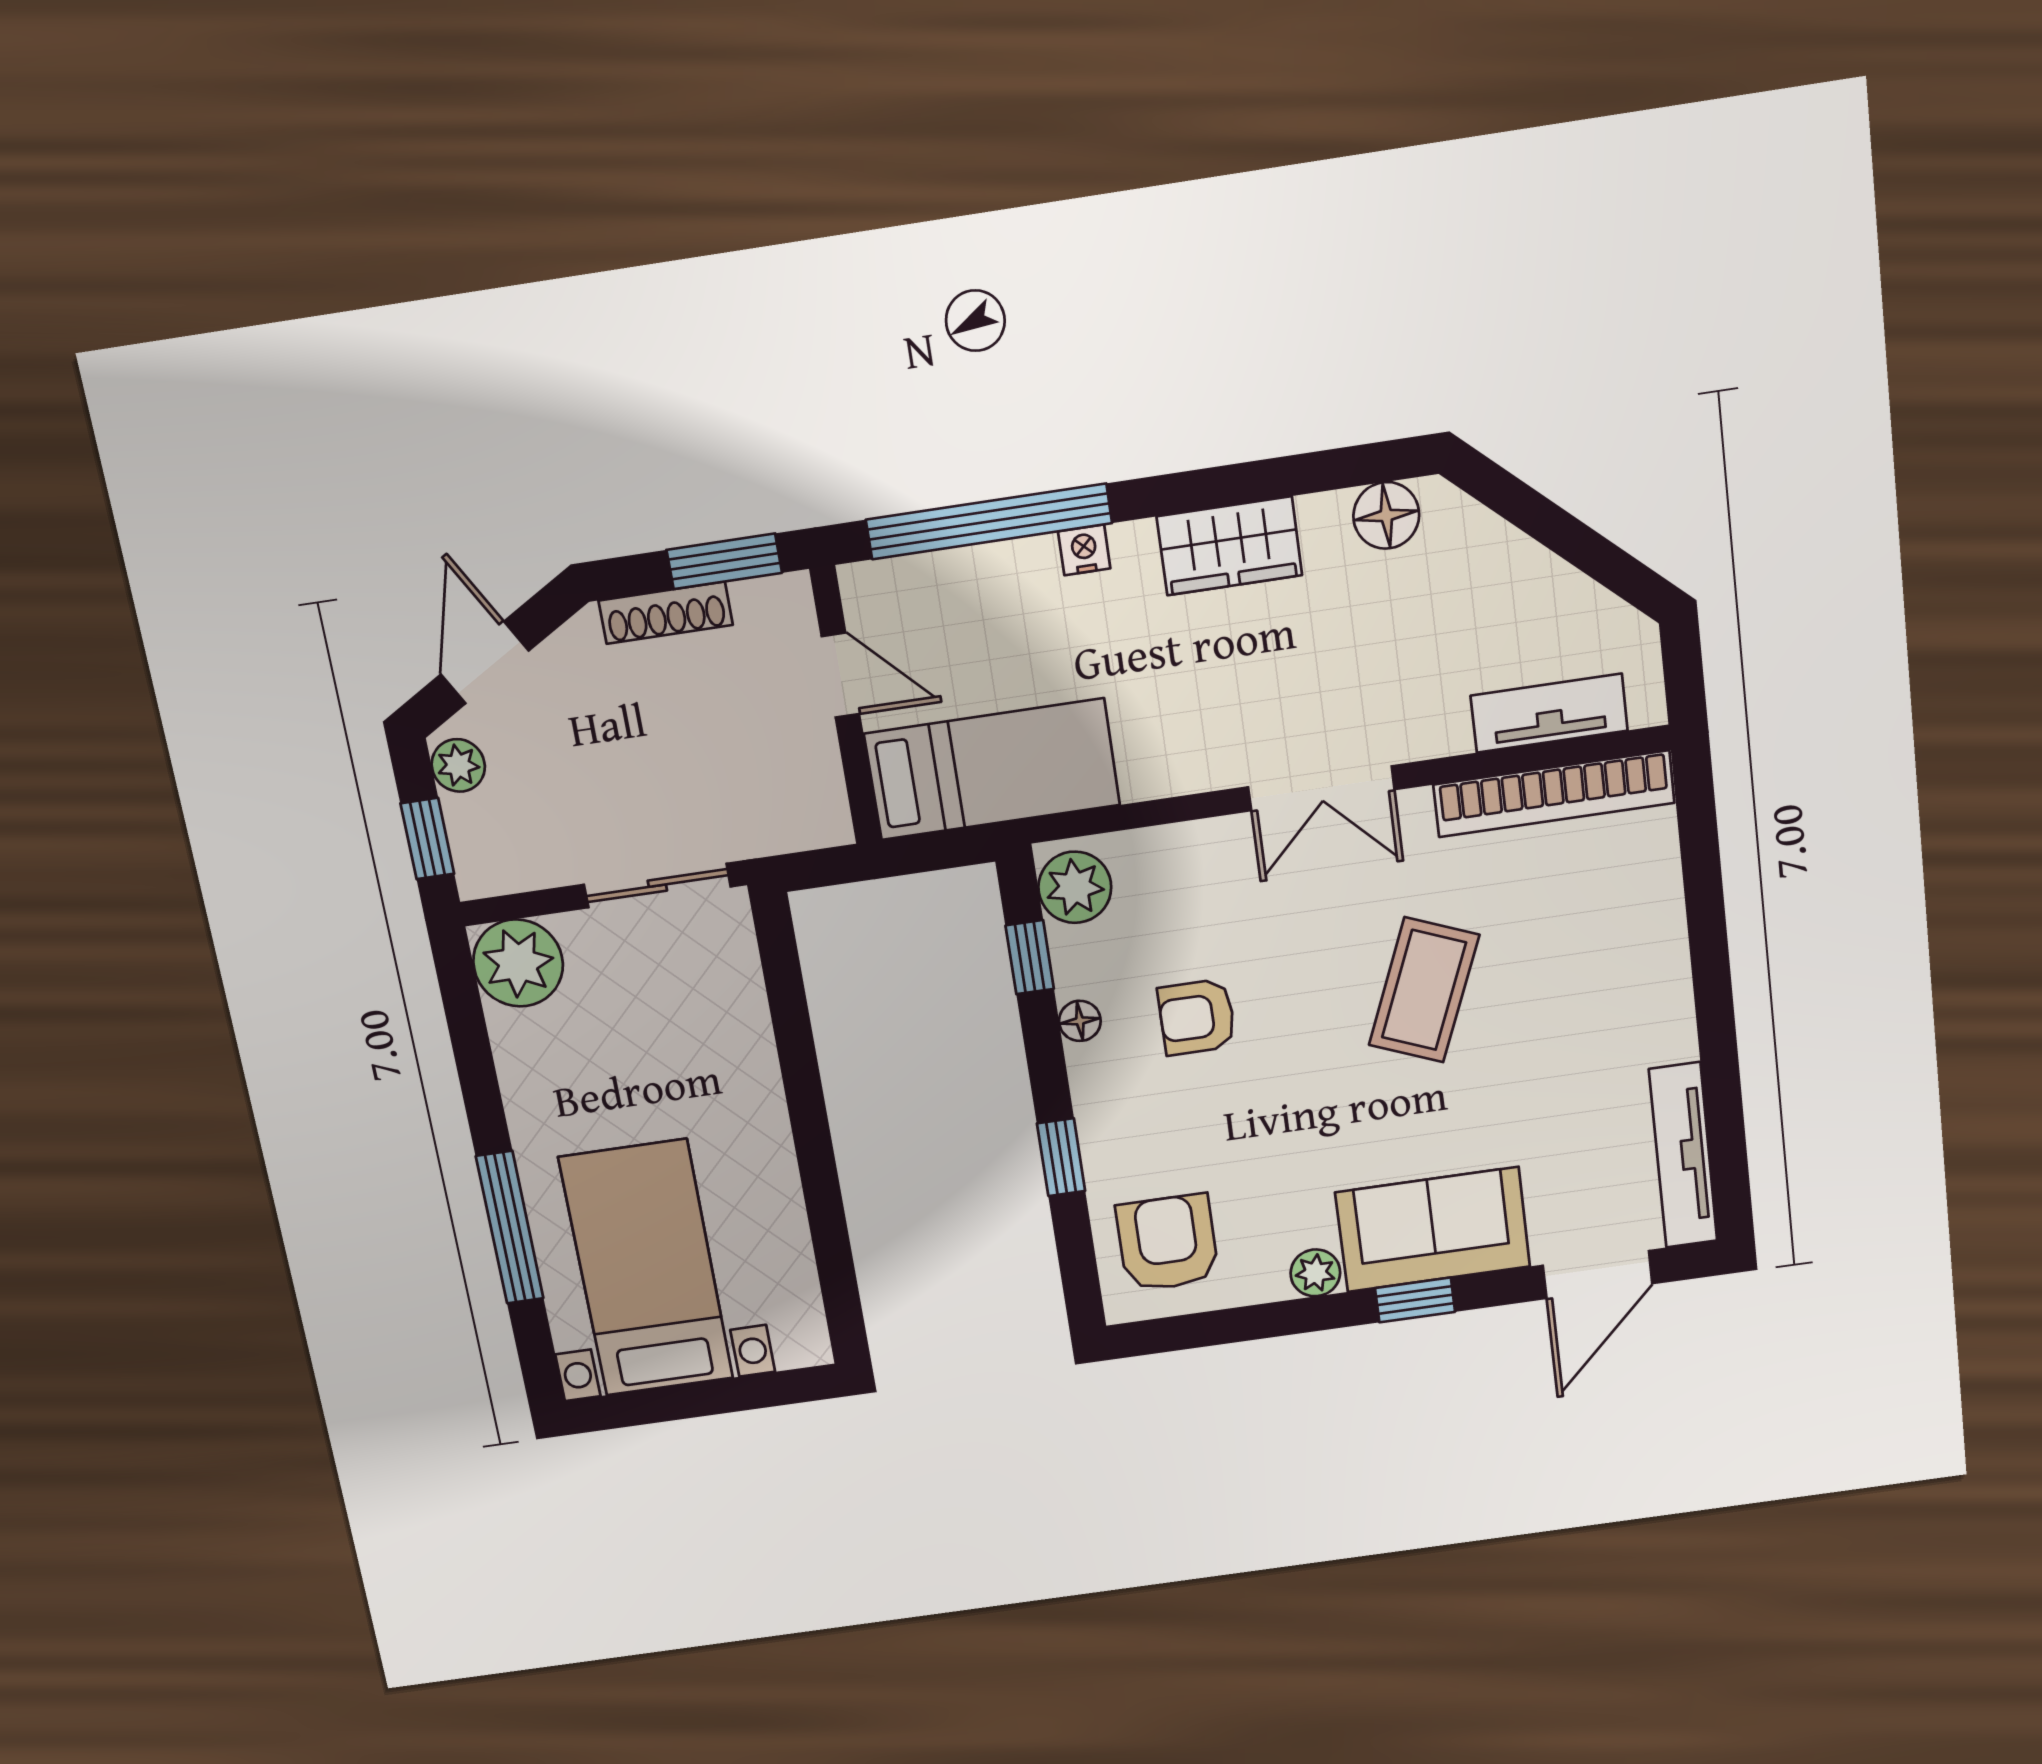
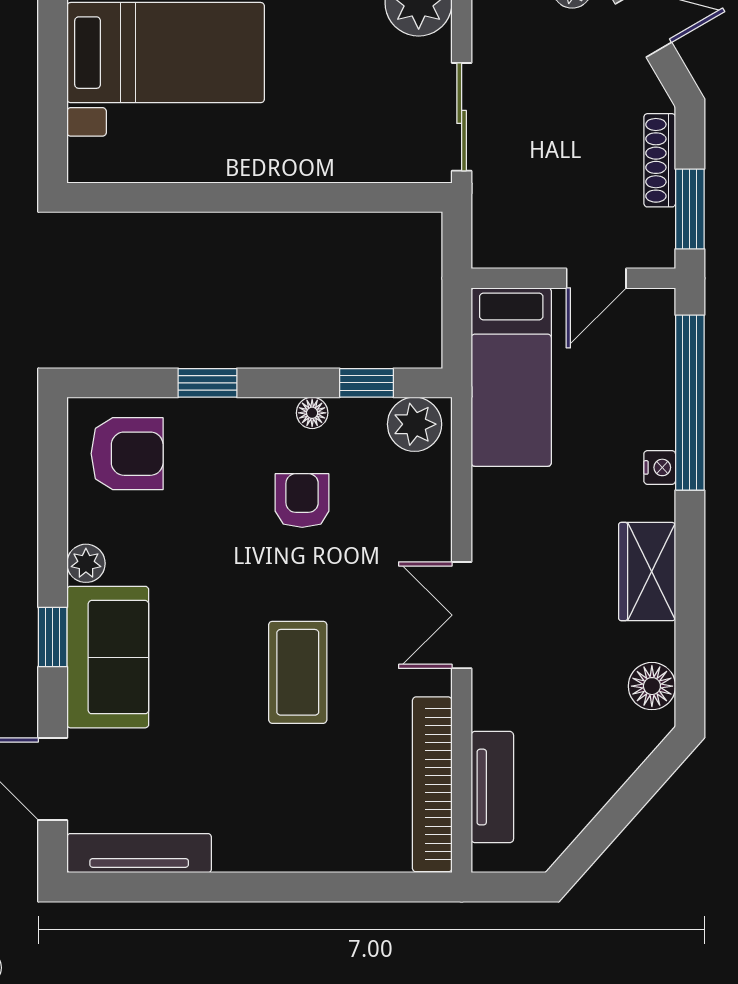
coffee table: (1424, 990) -> (298, 672), turned 68

